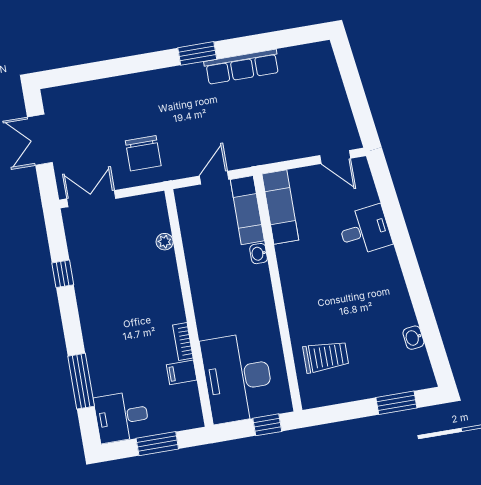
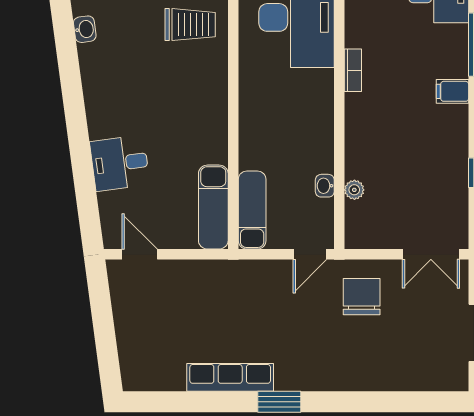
door: (214, 178) -> (310, 254), moved
washbasin: (259, 254) -> (325, 186), moved, turned 180
trolley: (326, 357) -> (190, 25), turned 180
filing cabinet: (182, 372) -> (452, 91), moved, turned 180

